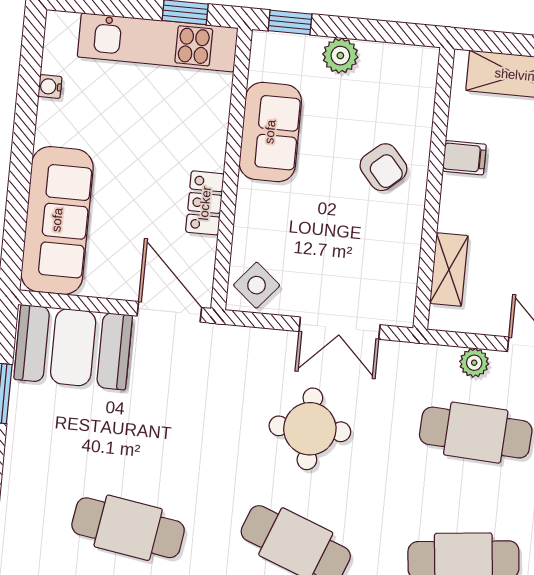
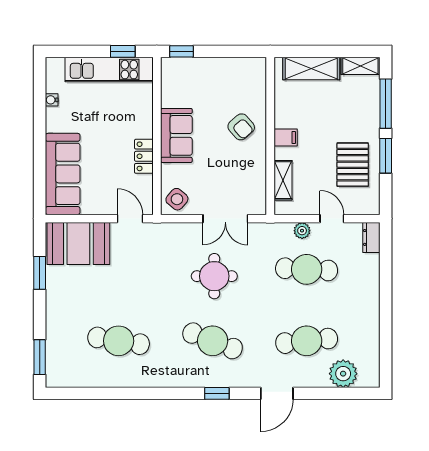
plant: (340, 56) -> (211, 67), removed
sofa: (270, 132) -> (176, 135), moved
filing cabinet: (464, 158) -> (286, 137), moved
door: (169, 312) -> (130, 219), width x0.73

